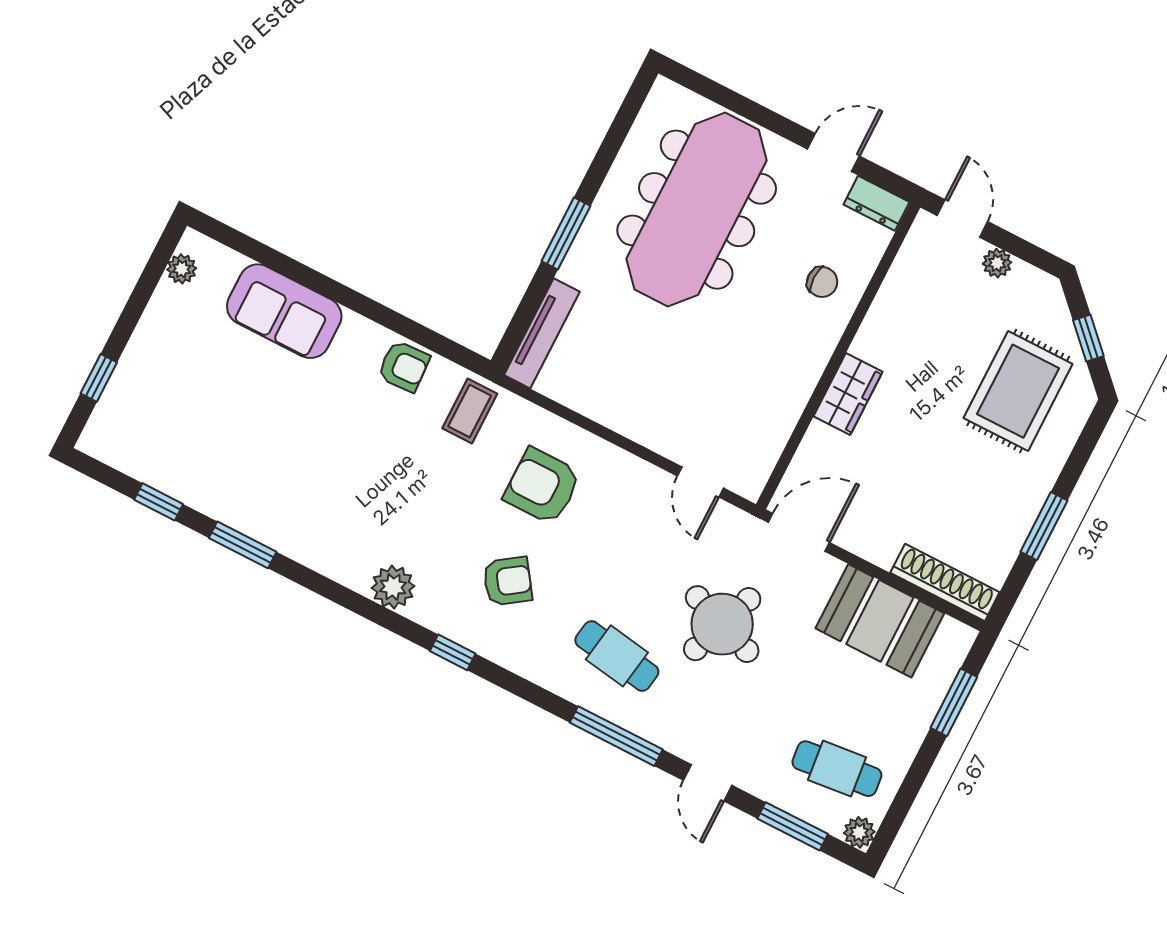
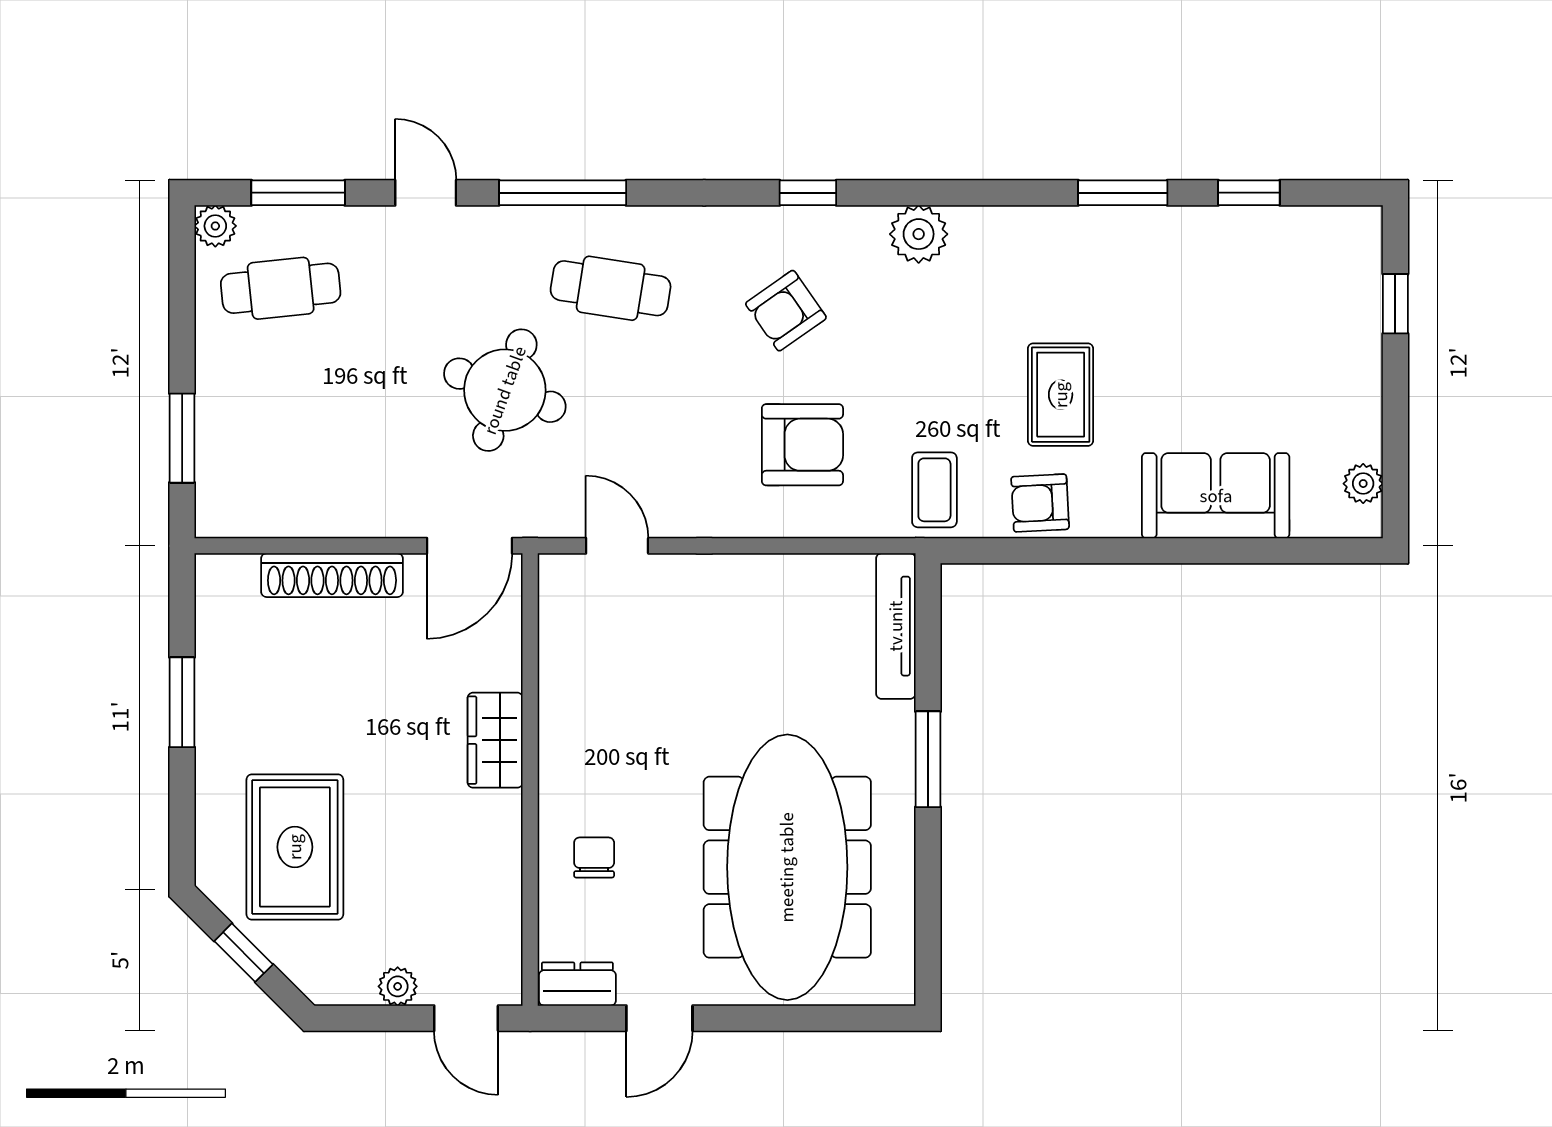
chair: (822, 282) -> (594, 857), turned 90
rug: (353, 431) -> (1061, 395), added
shoe rack: (945, 582) -> (332, 575), moved
booth: (880, 621) -> (319, 490), removed

